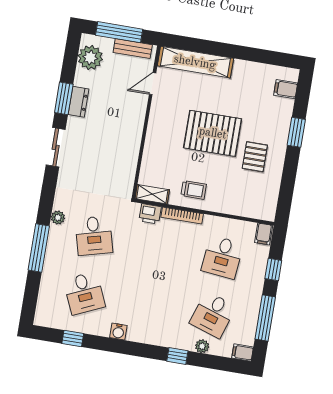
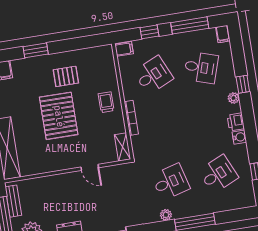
door: (153, 84) -> (90, 167), moved
trolley: (194, 190) -> (106, 102), moved
printer: (150, 214) -> (236, 122), moved, turned 180
desk: (222, 257) -> (153, 75), turned -30
plant: (202, 346) -> (234, 98), moved

